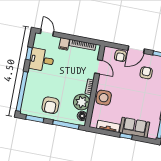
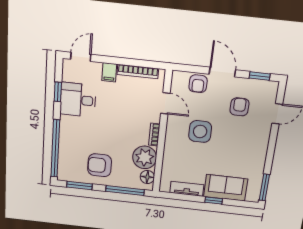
door: (47, 33) -> (81, 57), hinge flipped
door: (136, 50) -> (222, 72), swing flipped
side table: (104, 98) -> (200, 132), moved
armchair: (50, 105) -> (100, 165), turned 90

